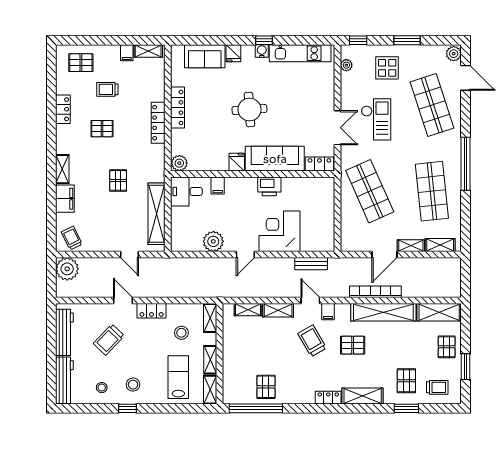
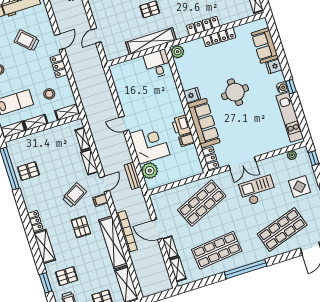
checkout: (376, 119) -> (258, 191), turned 180
filing cabinet: (218, 186) -> (187, 140), moved
shelving: (157, 214) -> (151, 41), moved
plant: (213, 241) -> (150, 171), moved

